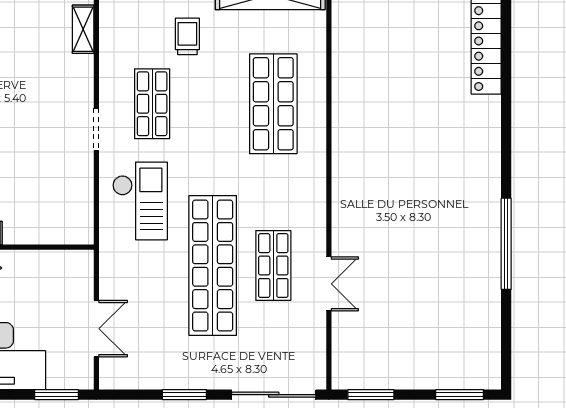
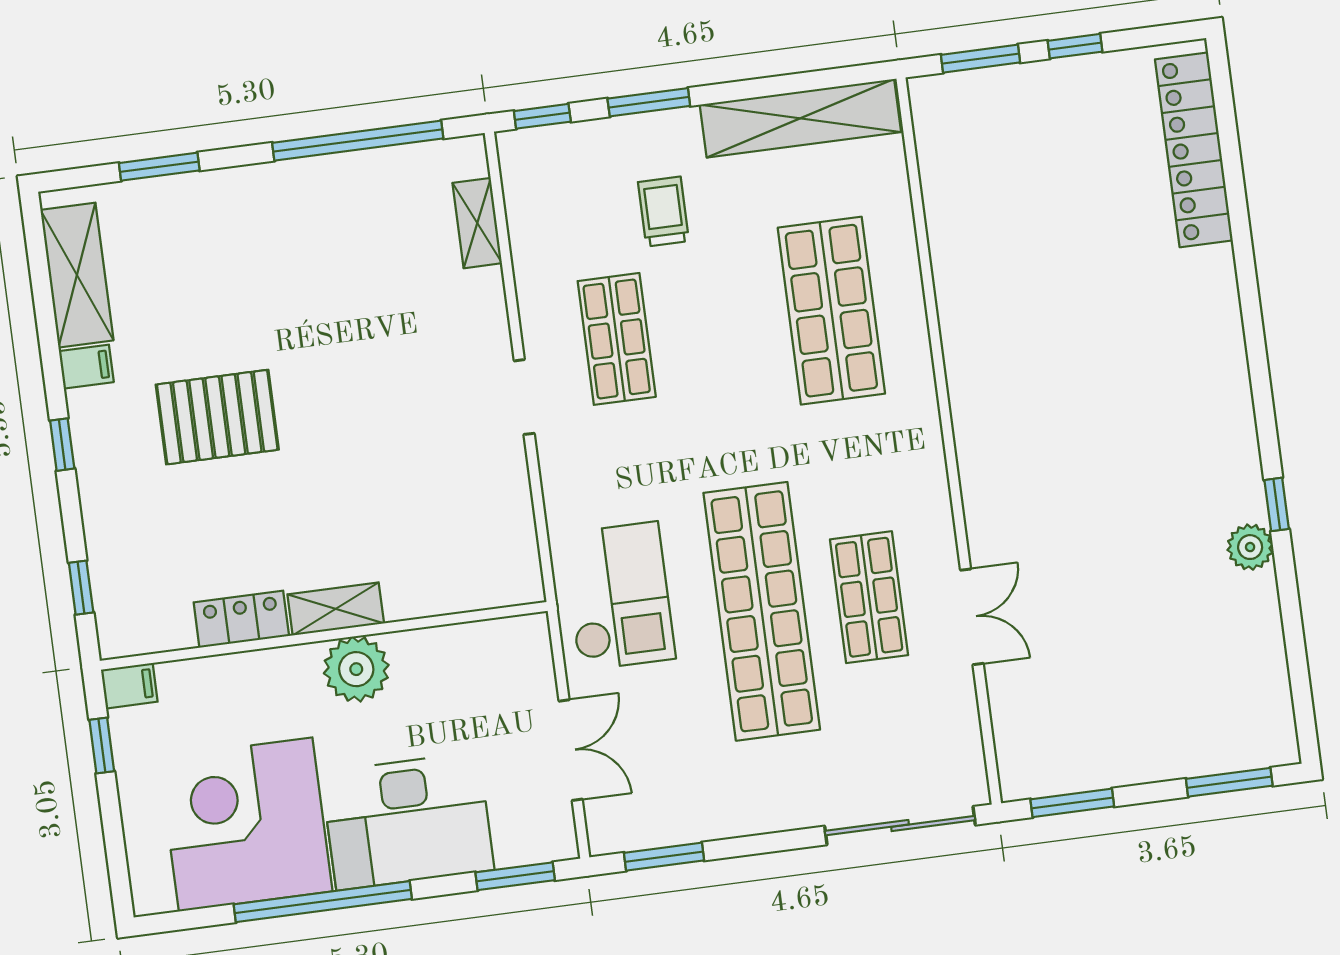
checkout: (140, 201) -> (619, 596), moved
window: (506, 244) -> (1277, 504), width x0.32
plant: (488, 266) -> (1250, 547), added
window: (184, 395) -> (664, 857), moved

